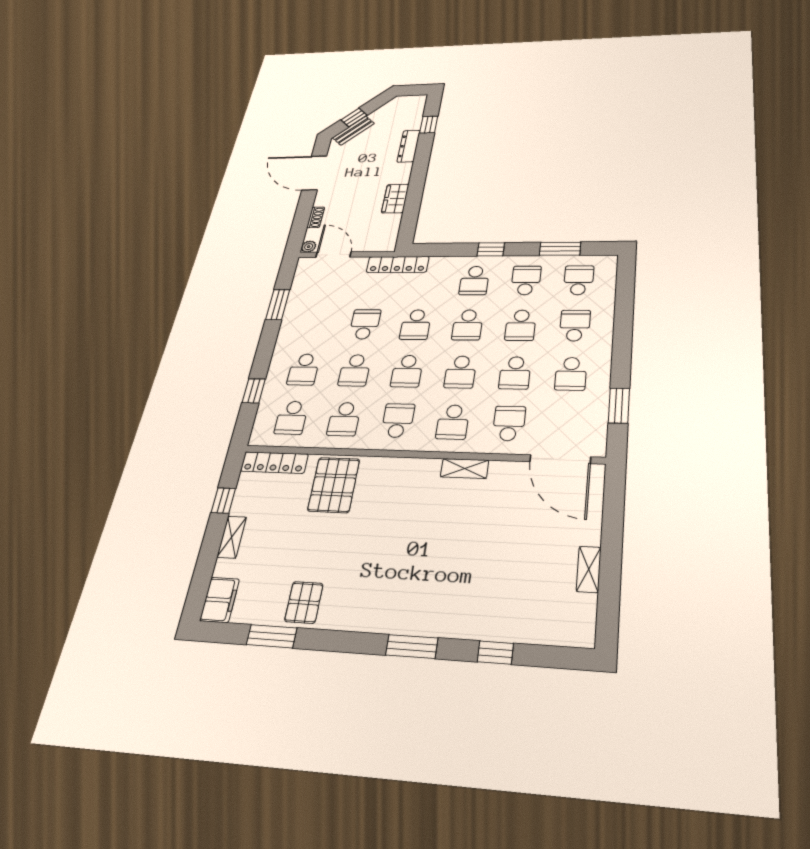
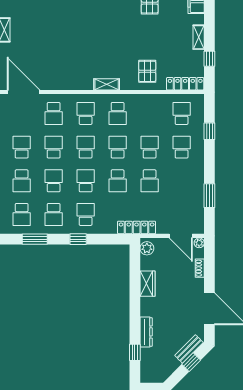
plant: (387, 239) -> (147, 248), added
school desk: (416, 325) -> (118, 181), turned 180
school desk: (344, 419) -> (150, 113), removed
shelving: (465, 468) -> (107, 84), moved
pallet: (334, 485) -> (147, 71), width x0.67, depth x0.71

